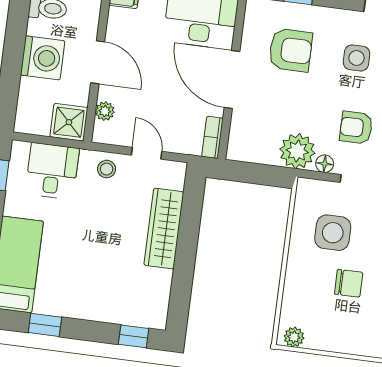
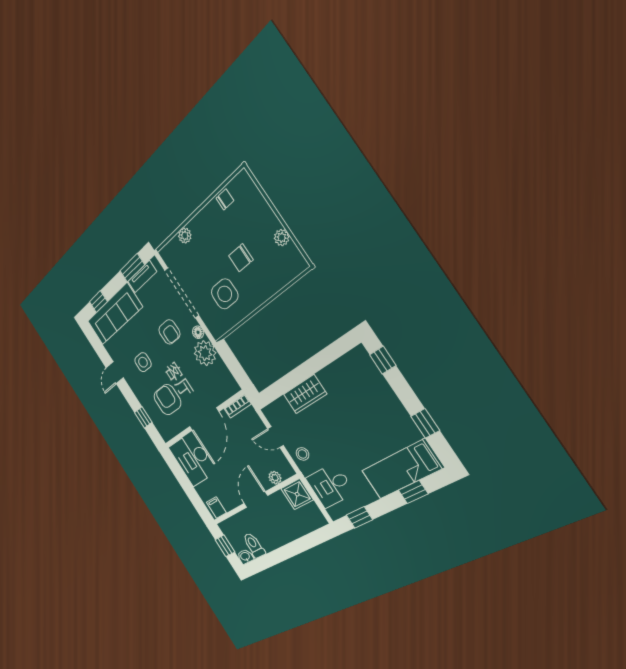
washing machine: (43, 58) -> (279, 532), removed
door: (147, 153) -> (275, 437), hinge flipped
wardrobe: (164, 229) -> (305, 394), width x0.67
chair: (349, 283) -> (241, 258), turned -90
plant: (294, 337) -> (282, 238), moved

